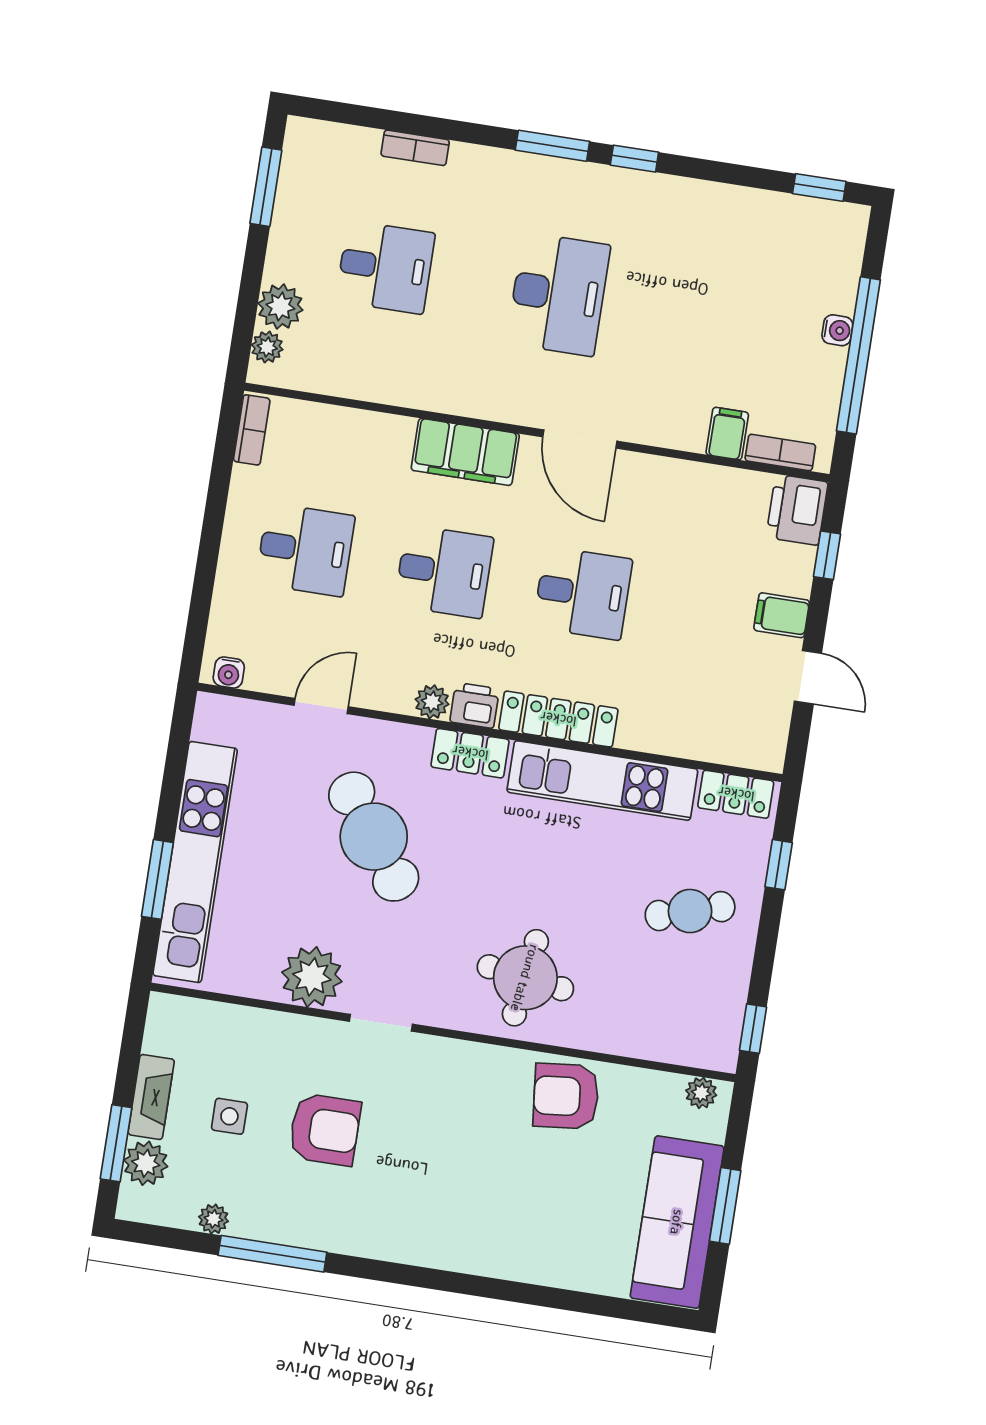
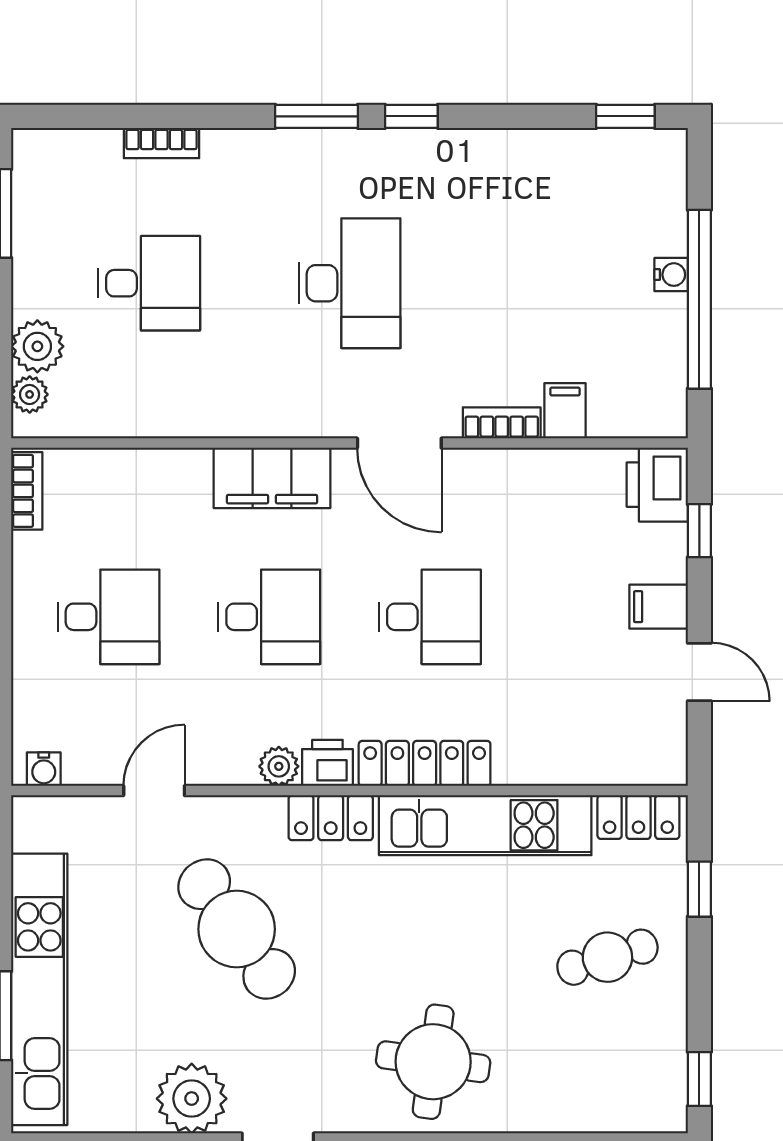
bookcase: (780, 453) -> (502, 423), moved

